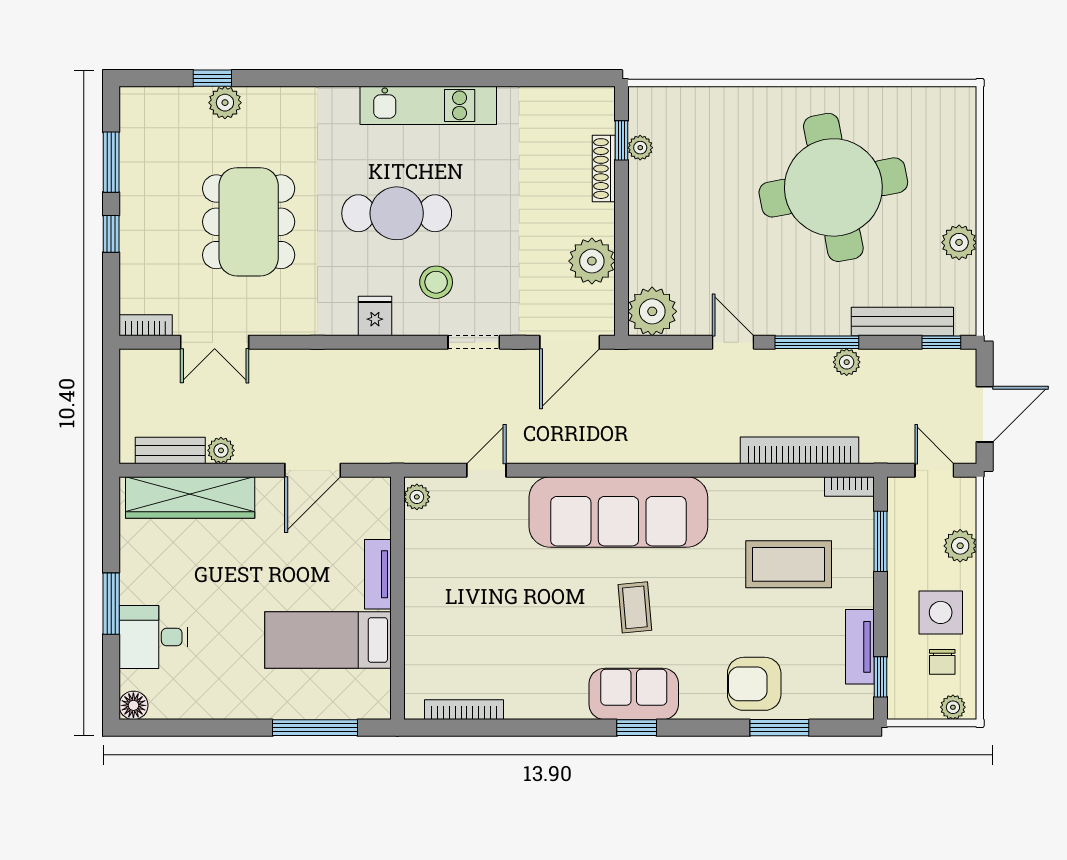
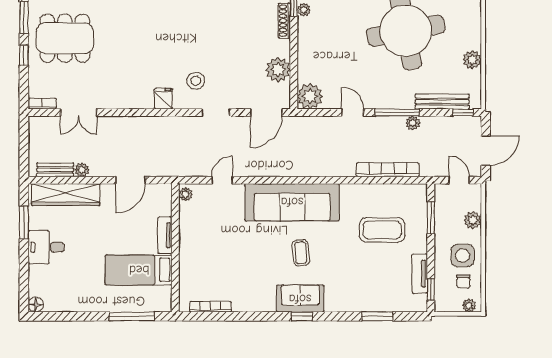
cafe table: (397, 213) -> (175, 44), removed
dining table: (249, 222) -> (65, 38), moved, turned 90
bookcase: (849, 486) -> (414, 189), removed
window: (111, 604) -> (24, 222), moved
desk: (153, 637) -> (46, 247), moved
armchair: (754, 684) -> (364, 293), removed

